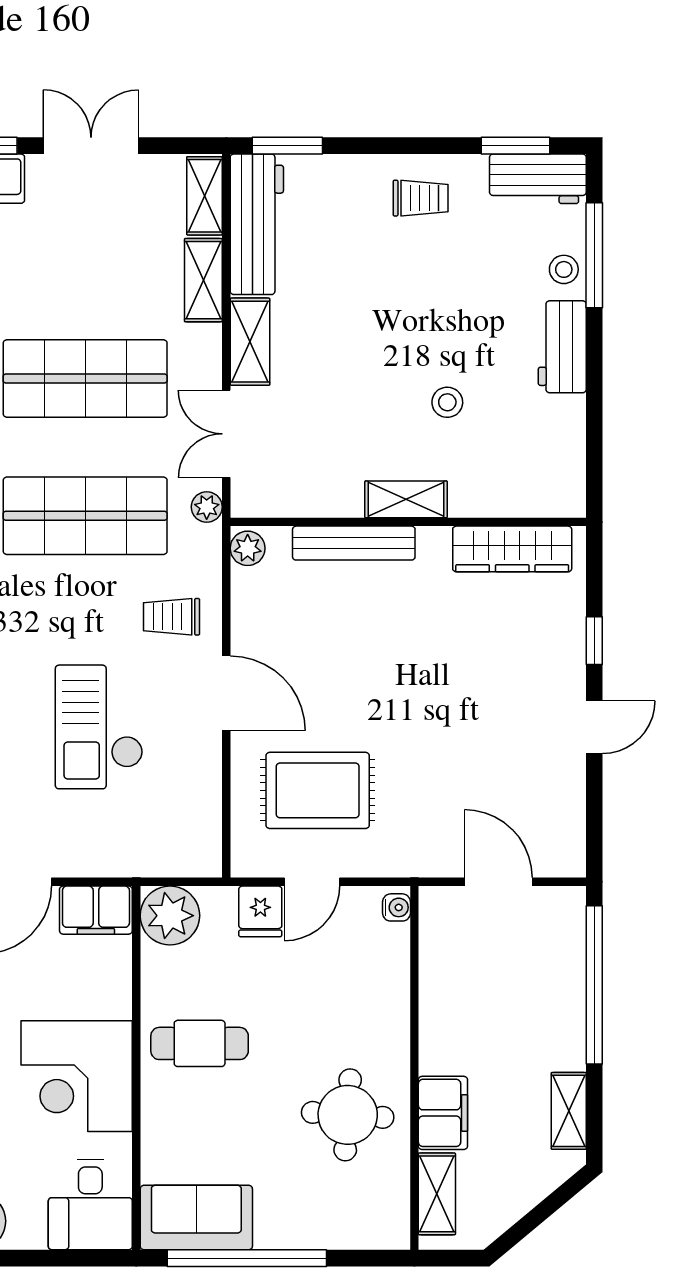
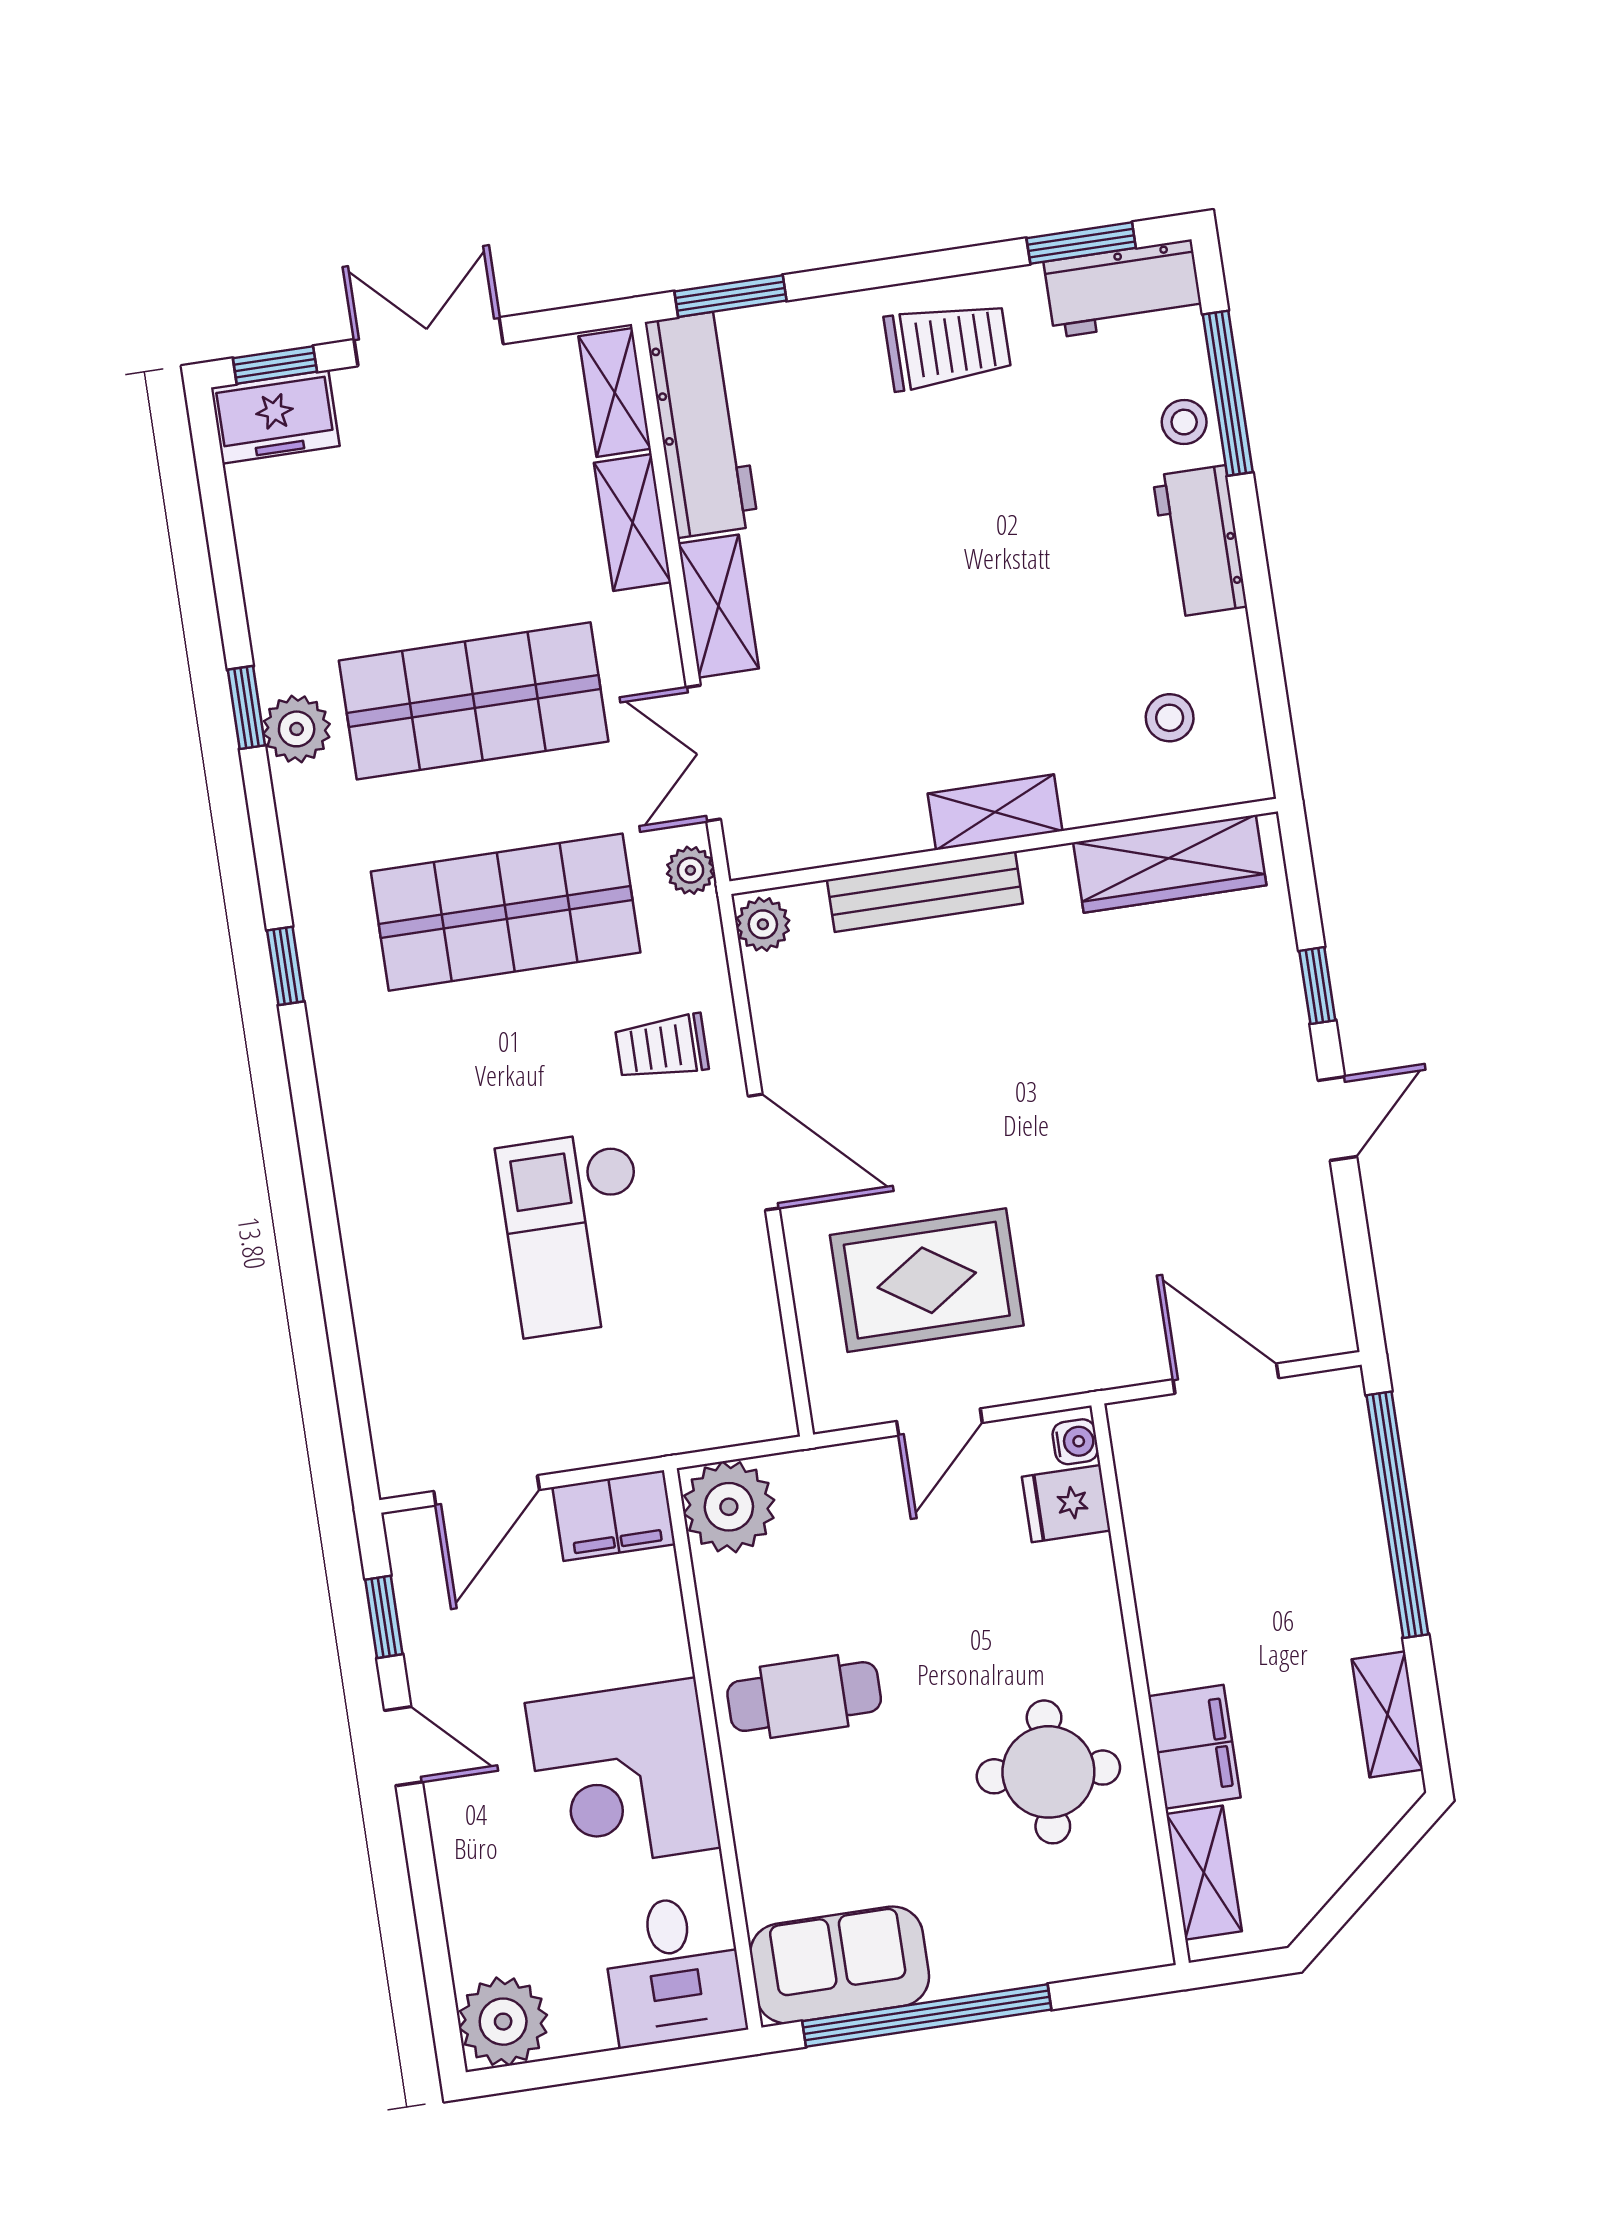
trolley: (421, 198) -> (947, 346), width x1.36, depth x1.39
stool: (447, 402) -> (1170, 718), moved
fridge: (260, 911) -> (1066, 1504), moved, turned 90

